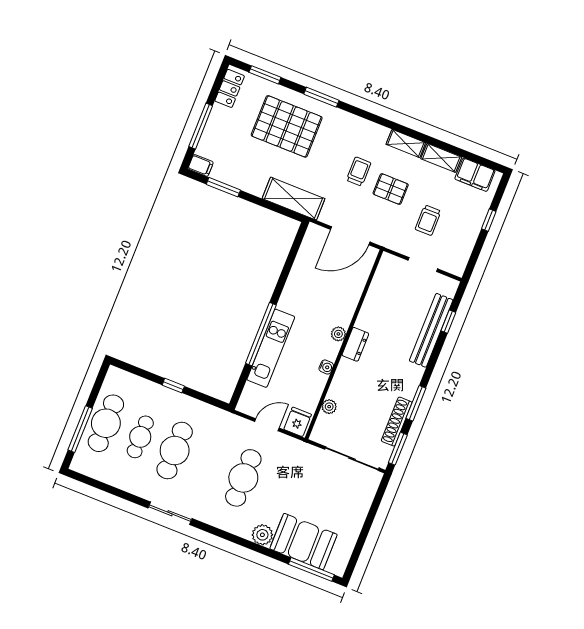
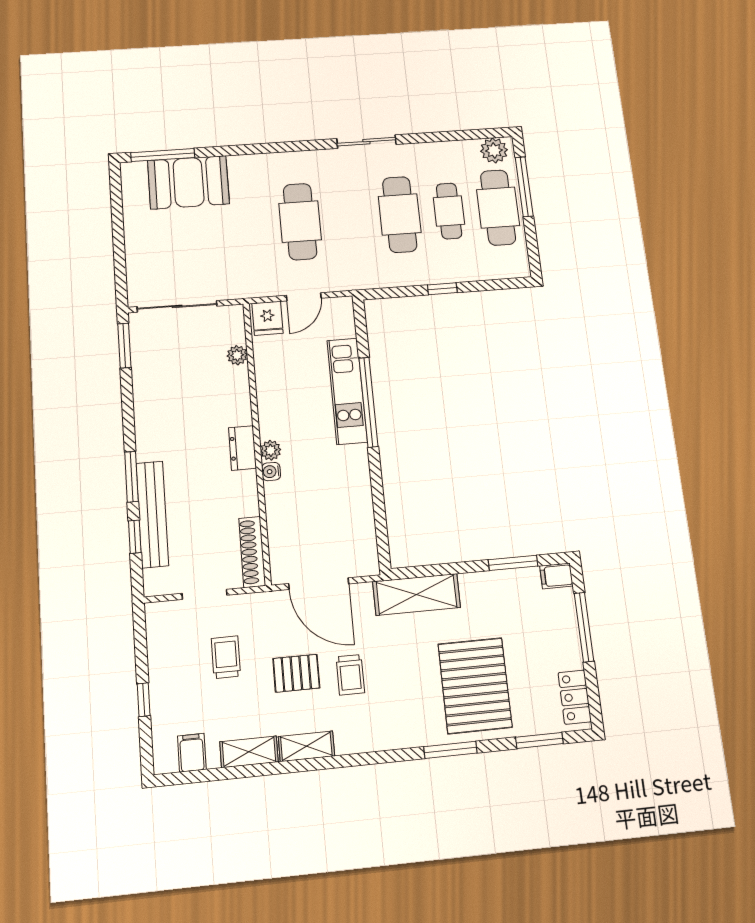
pallet: (287, 126) -> (475, 686), turned 90
filing cabinet: (475, 175) -> (192, 753), width x0.50
door: (350, 236) -> (319, 584), swing flipped
water cooler: (326, 367) -> (271, 472), moved
window: (416, 403) -> (131, 477), moved
shoe rack: (397, 422) -> (252, 552), moved, turned 180
plant: (262, 535) -> (494, 150), moved

